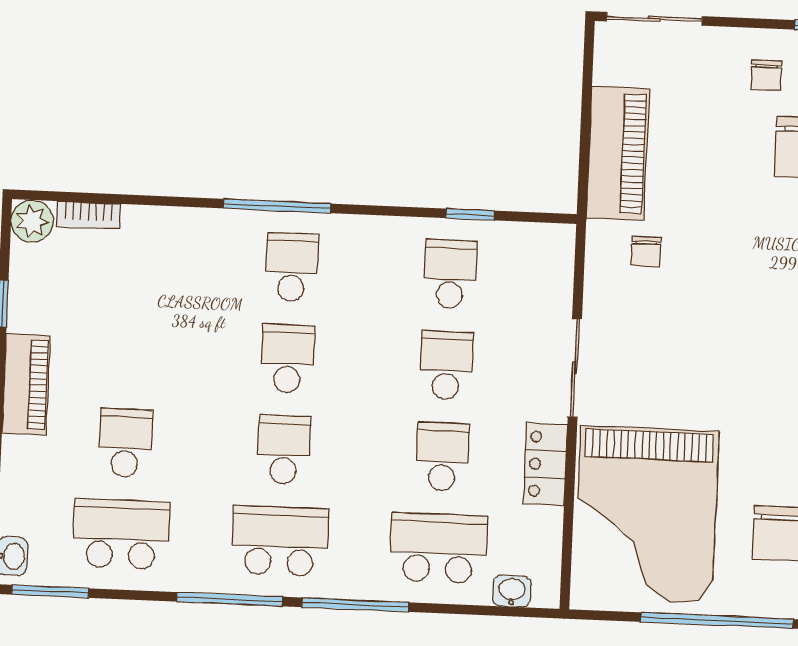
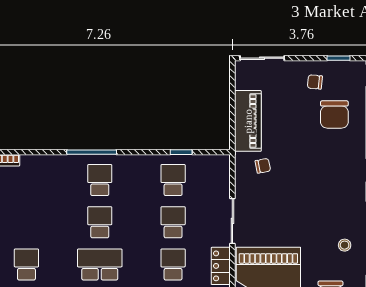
chair: (766, 75) -> (315, 82), turned 95
chair: (646, 252) -> (263, 166), turned -101
school desk: (284, 450) -> (100, 265), width x1.85

